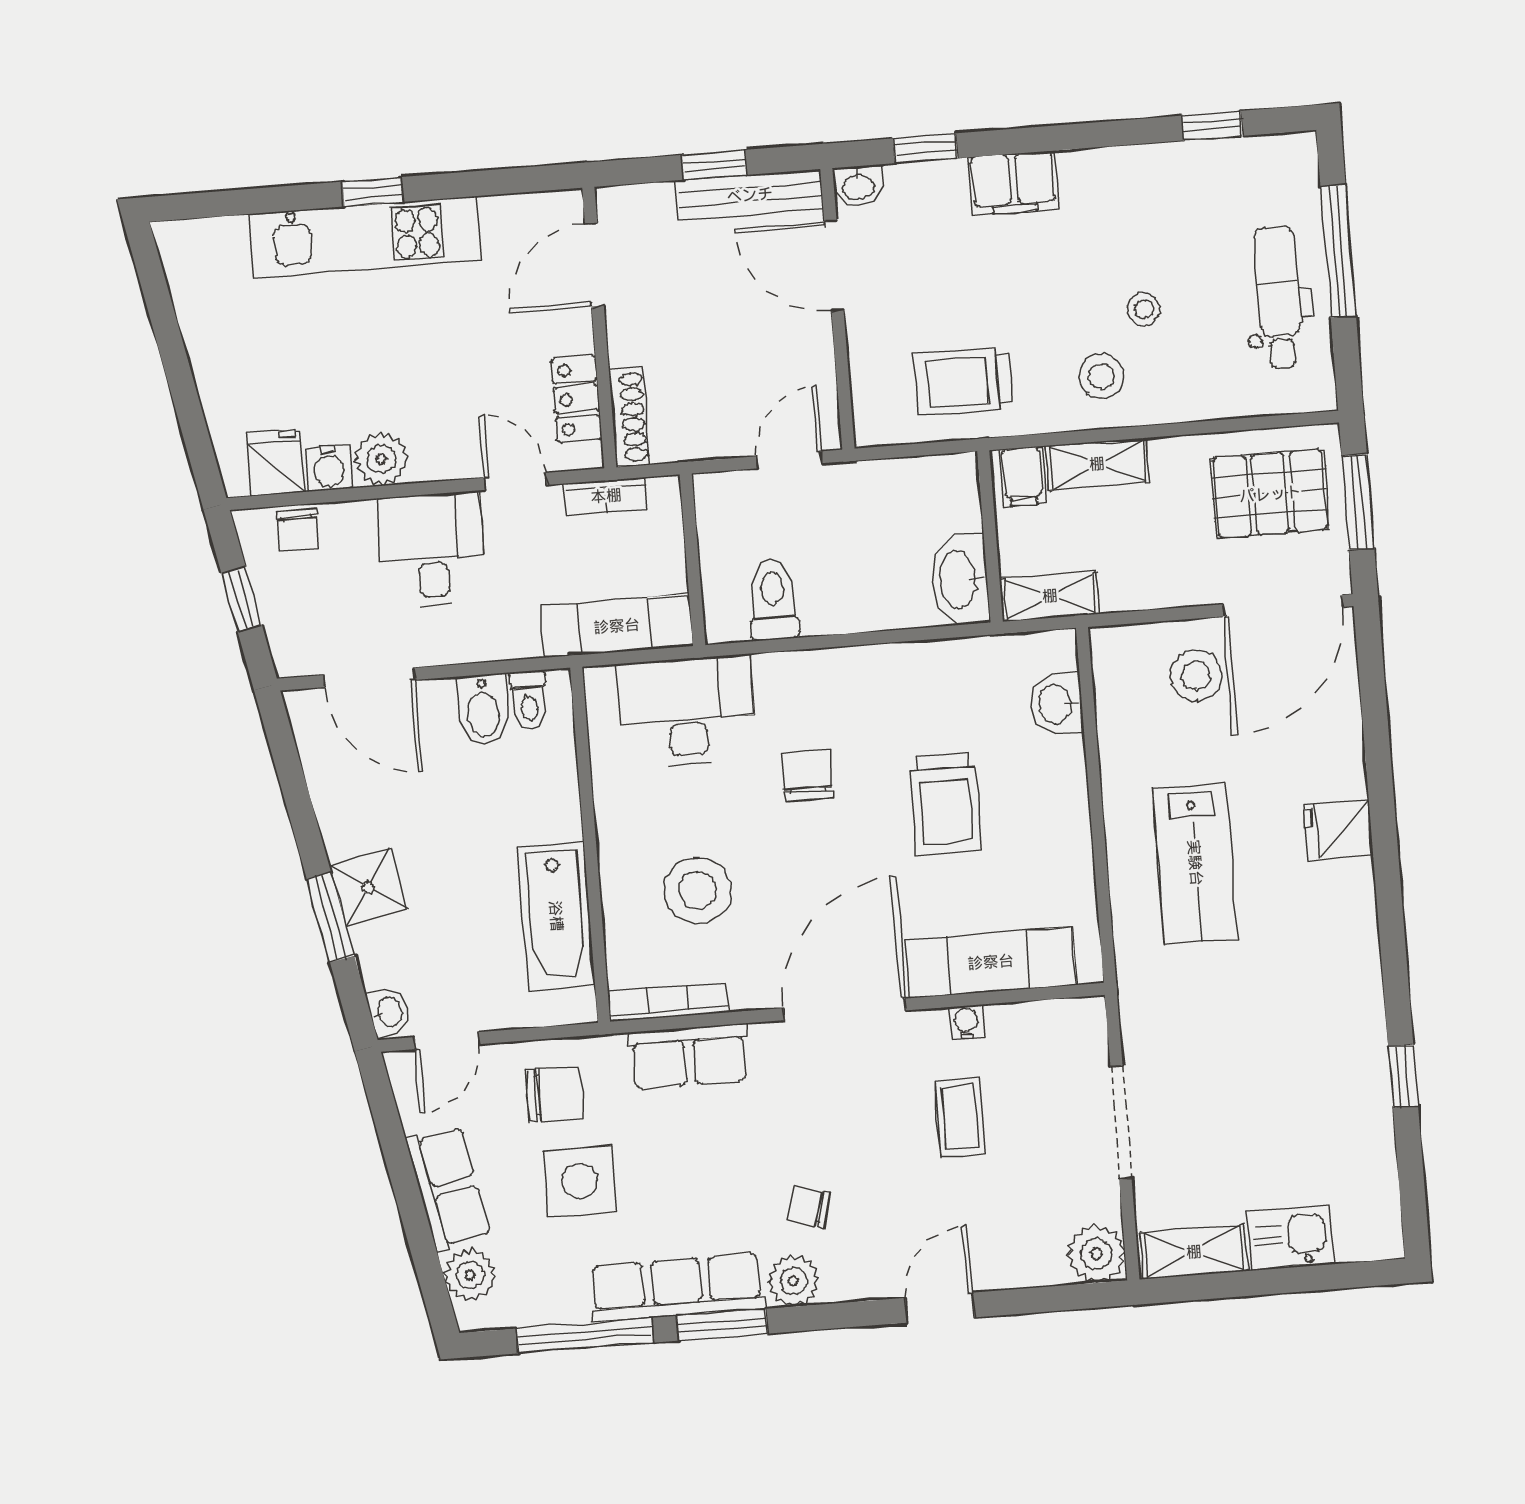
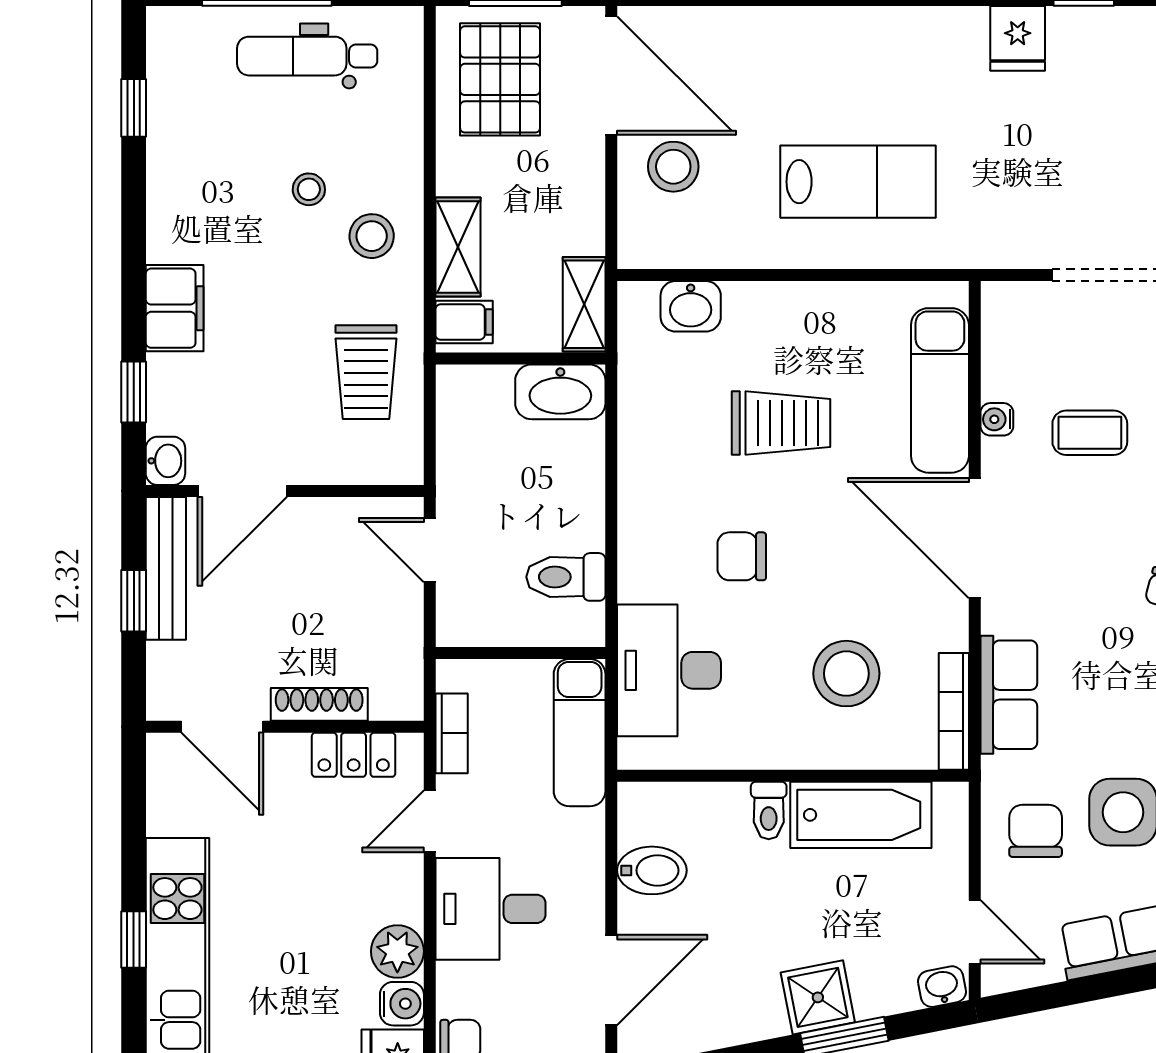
shoe rack: (629, 417) -> (319, 704), moved
toilet: (529, 700) -> (769, 810), moved, turned 90
fridge: (1338, 830) -> (1018, 38), moved

